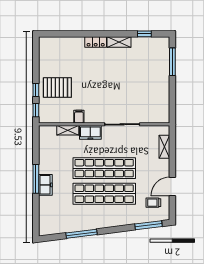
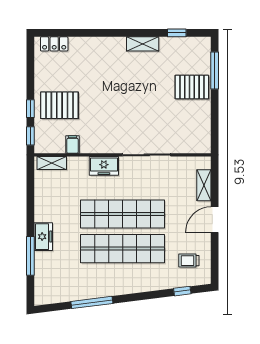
locker: (96, 42) -> (54, 44), moved
pallet: (156, 74) -> (192, 87), added
filing cabinet: (79, 117) -> (73, 145), moved
shelving: (68, 130) -> (52, 163), moved
window: (36, 179) -> (30, 256), moved
door: (172, 187) -> (215, 220), moved
window: (148, 225) -> (182, 291), width x0.46

